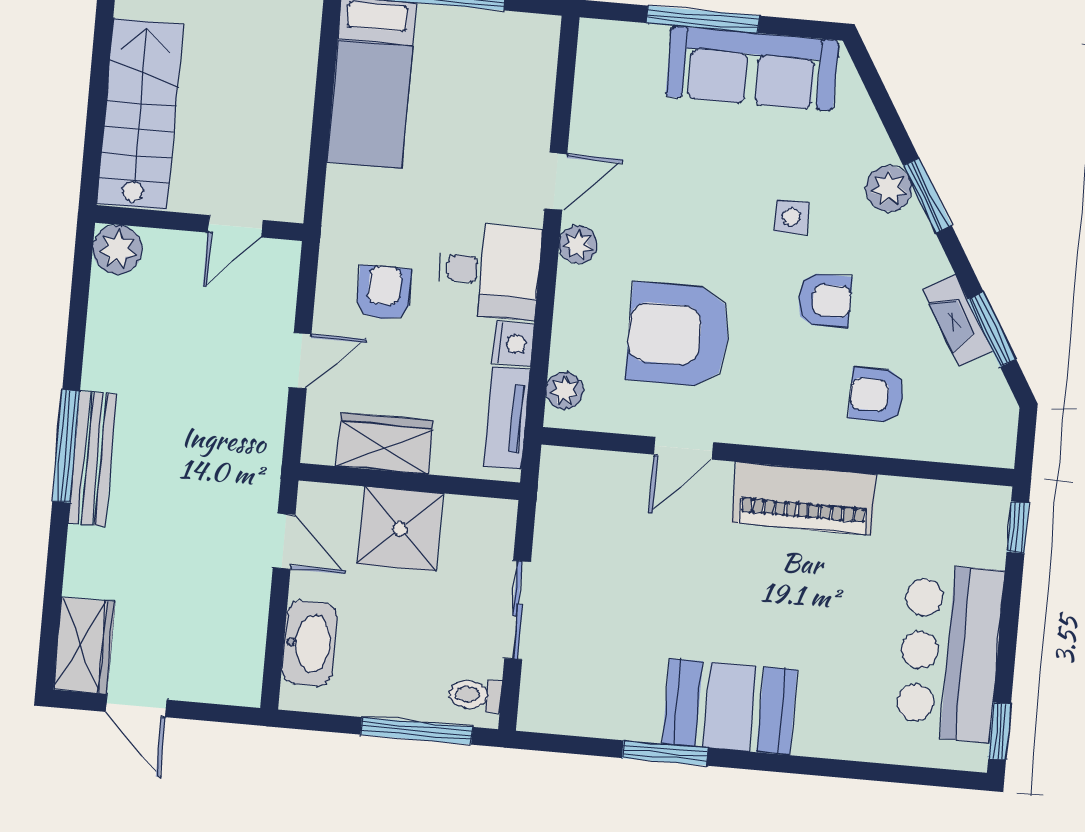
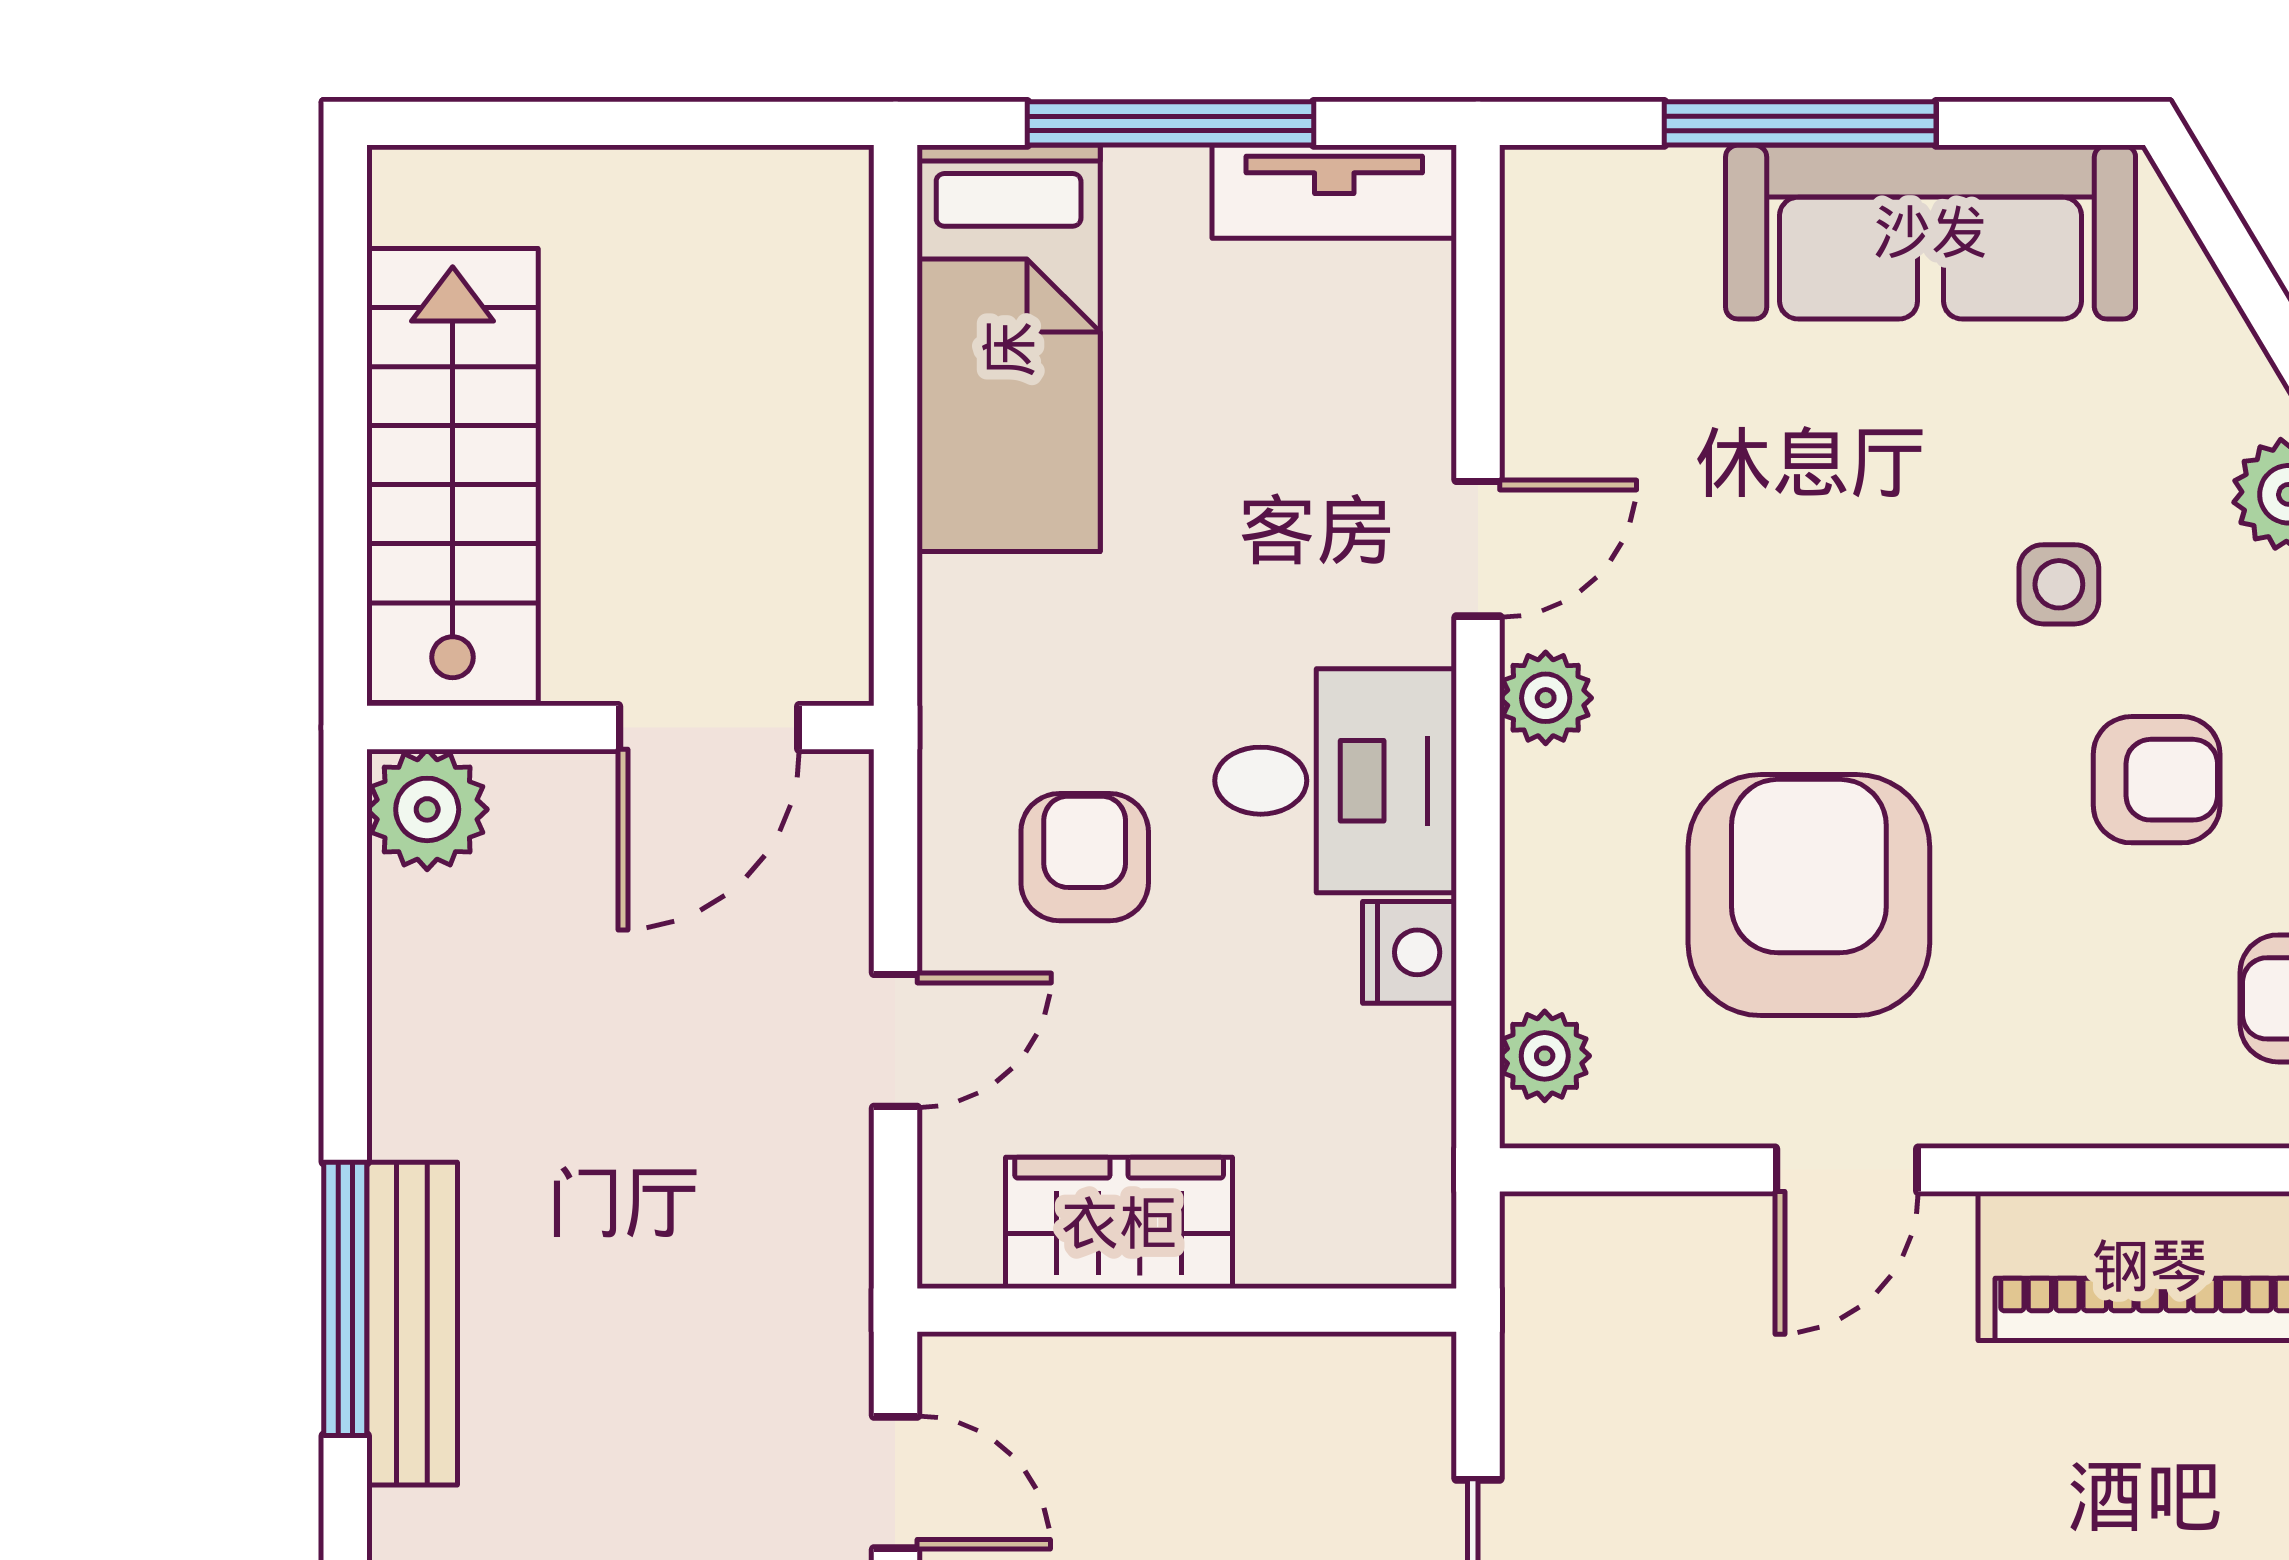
door: (235, 226) -> (709, 728), width x1.37
armchair: (678, 335) -> (1809, 895), turned 90
tv unit: (507, 418) -> (1334, 192), moved, turned -90
shower: (400, 529) -> (1175, 1427), removed

